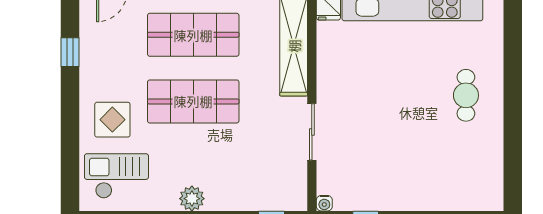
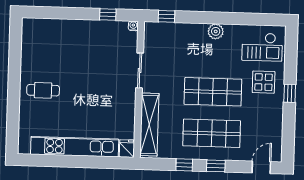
window: (70, 52) -> (290, 93), moved
cafe table: (466, 95) -> (43, 90), turned 90

